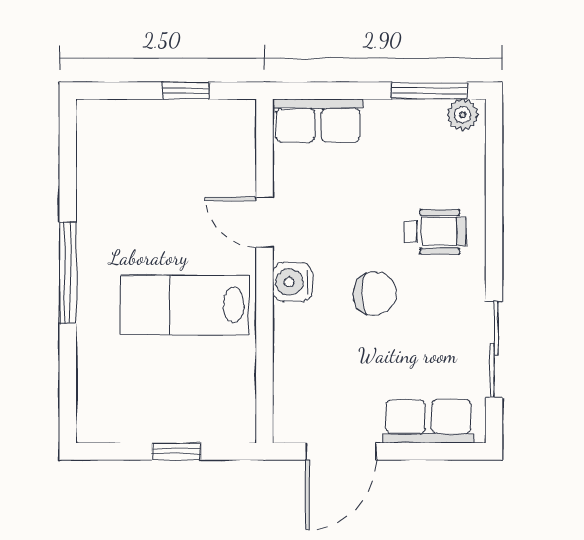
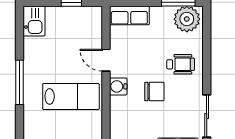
plant: (463, 115) -> (187, 19), width x1.88, depth x1.88
kitchen sink: (101, 133) -> (34, 21), added
lab bench: (185, 305) -> (71, 96), turned 180

